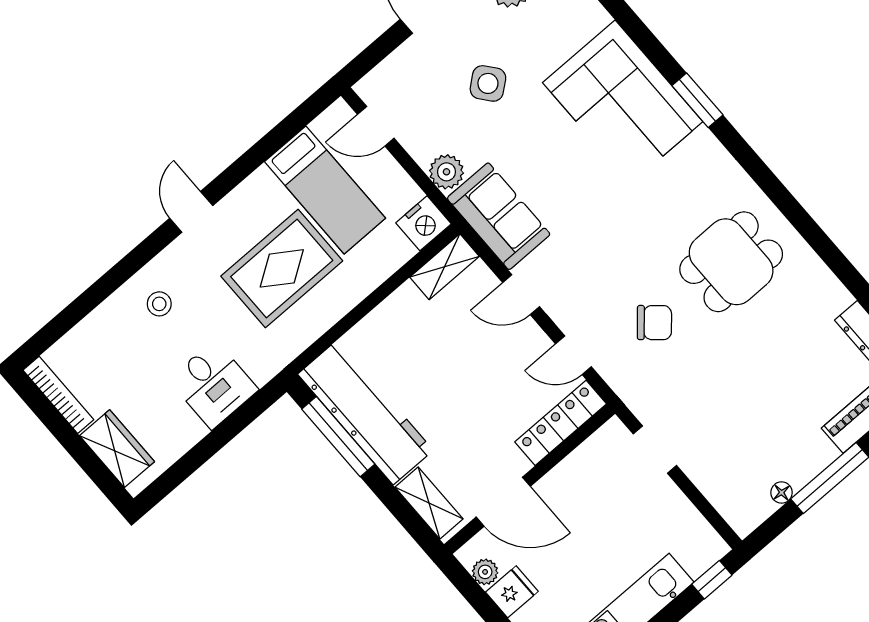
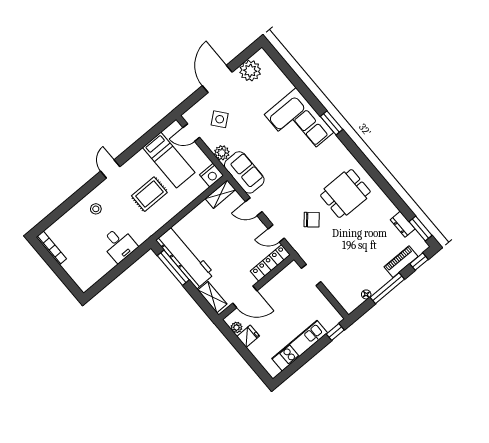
side table: (488, 83) -> (220, 119), moved
rug: (282, 268) -> (149, 194), width x0.73, depth x0.70
wardrobe: (117, 449) -> (77, 272), removed

